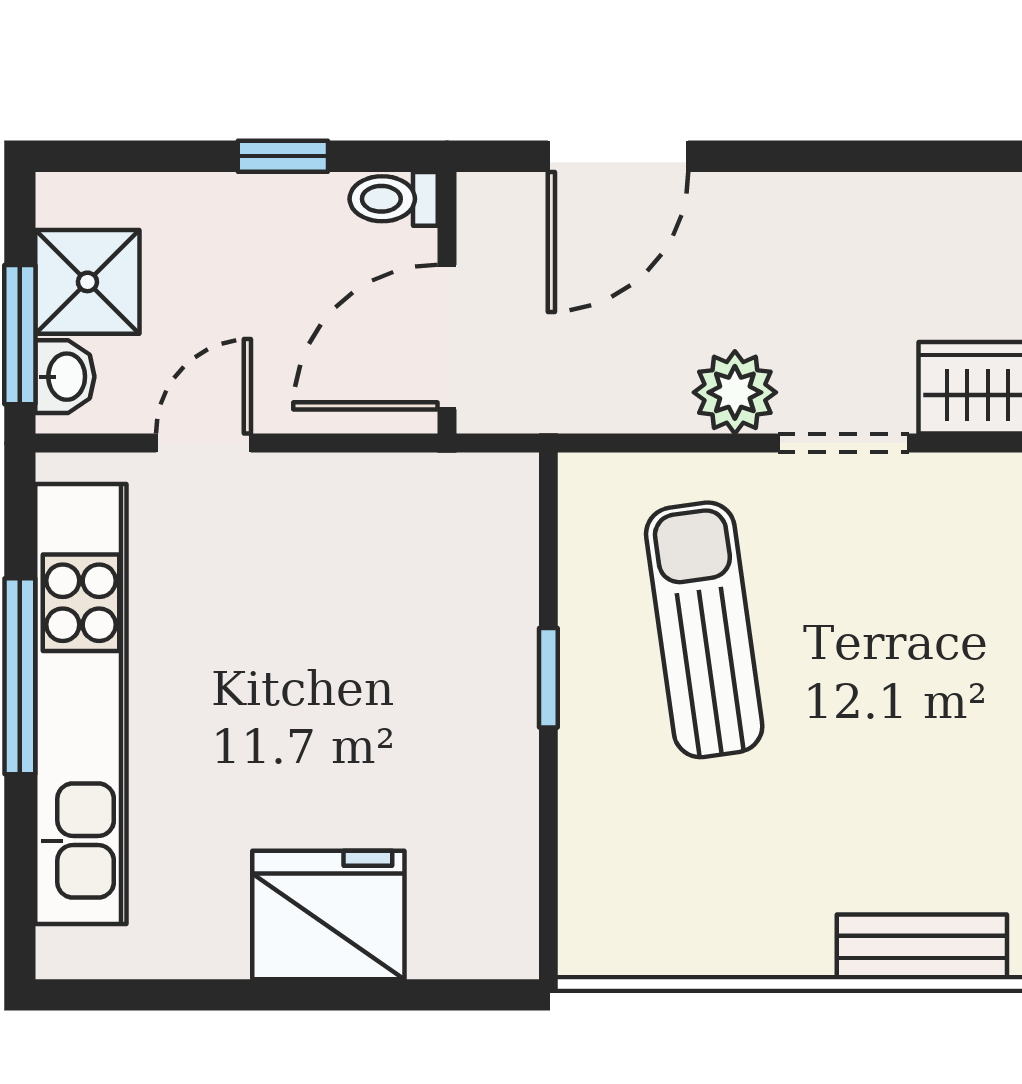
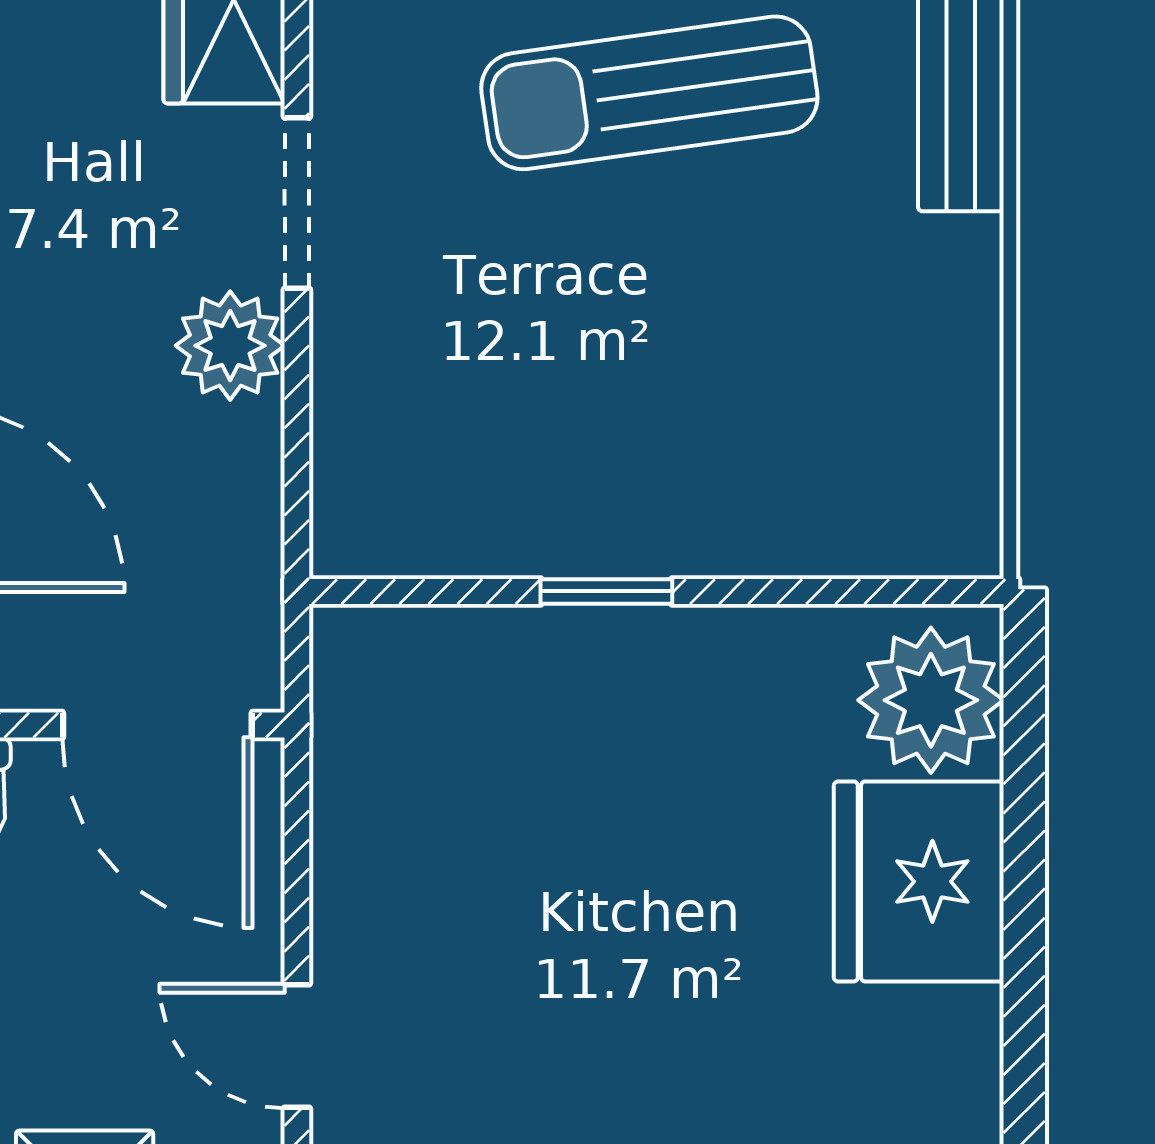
sun lounger: (704, 630) -> (649, 93), moved
plant: (466, 924) -> (931, 700), added

